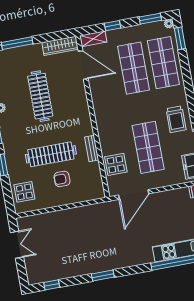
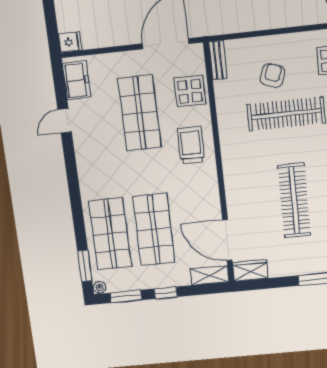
window: (112, 26) -> (166, 293), moved
wardrobe: (60, 46) -> (250, 270), width x0.67
trolley: (176, 119) -> (191, 145), moved
bench: (92, 148) -> (218, 60), moved
armchair: (62, 179) -> (273, 75), turned -71

